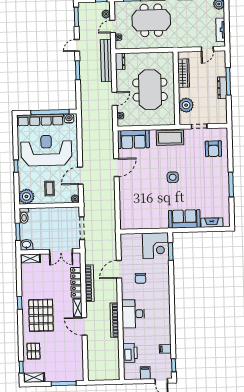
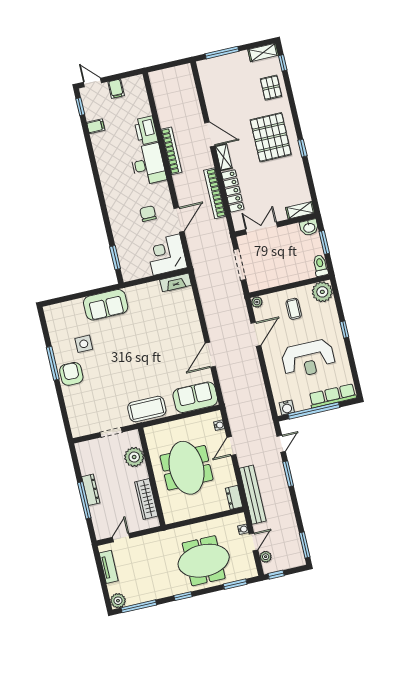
door: (77, 45) -> (281, 444), moved
row of seats: (40, 120) -> (333, 396), width x0.73
armchair: (213, 149) -> (71, 374), moved
reception desk: (46, 150) -> (308, 359), width x0.74, depth x0.77
side table: (173, 177) -> (84, 344), moved
fireplace: (212, 223) -> (176, 282), moved
corner desk: (156, 246) -> (166, 255), moved
printer: (130, 353) -> (146, 130), moved

